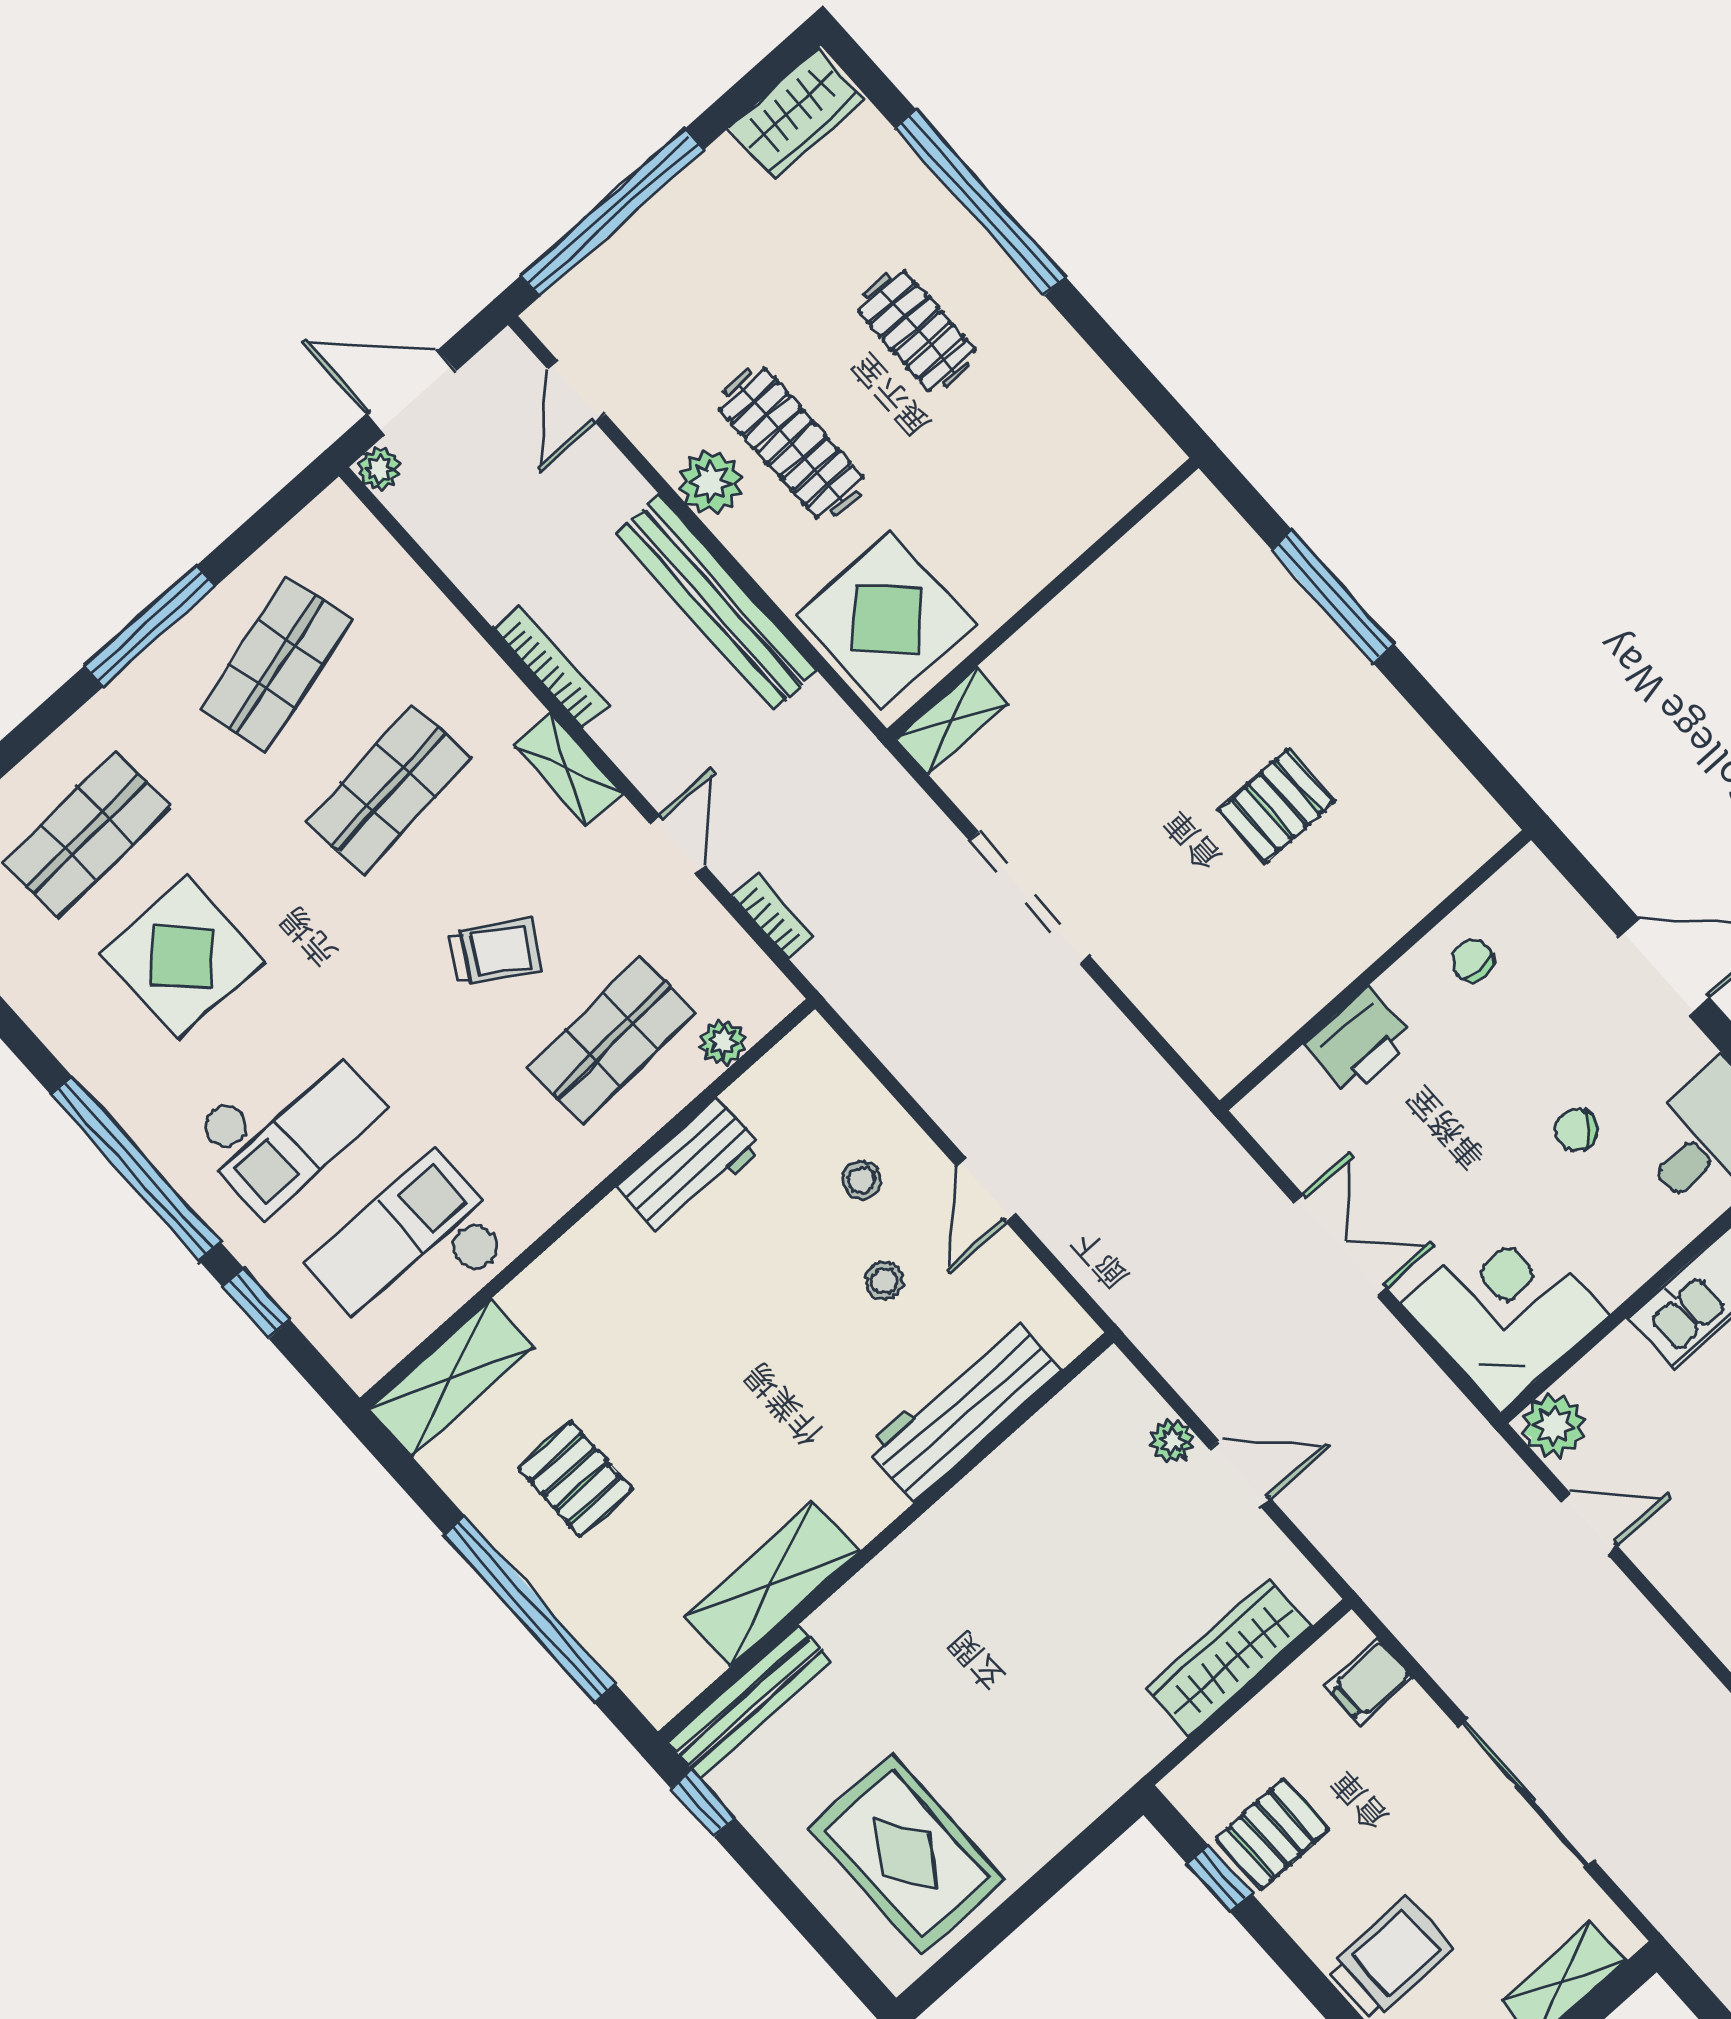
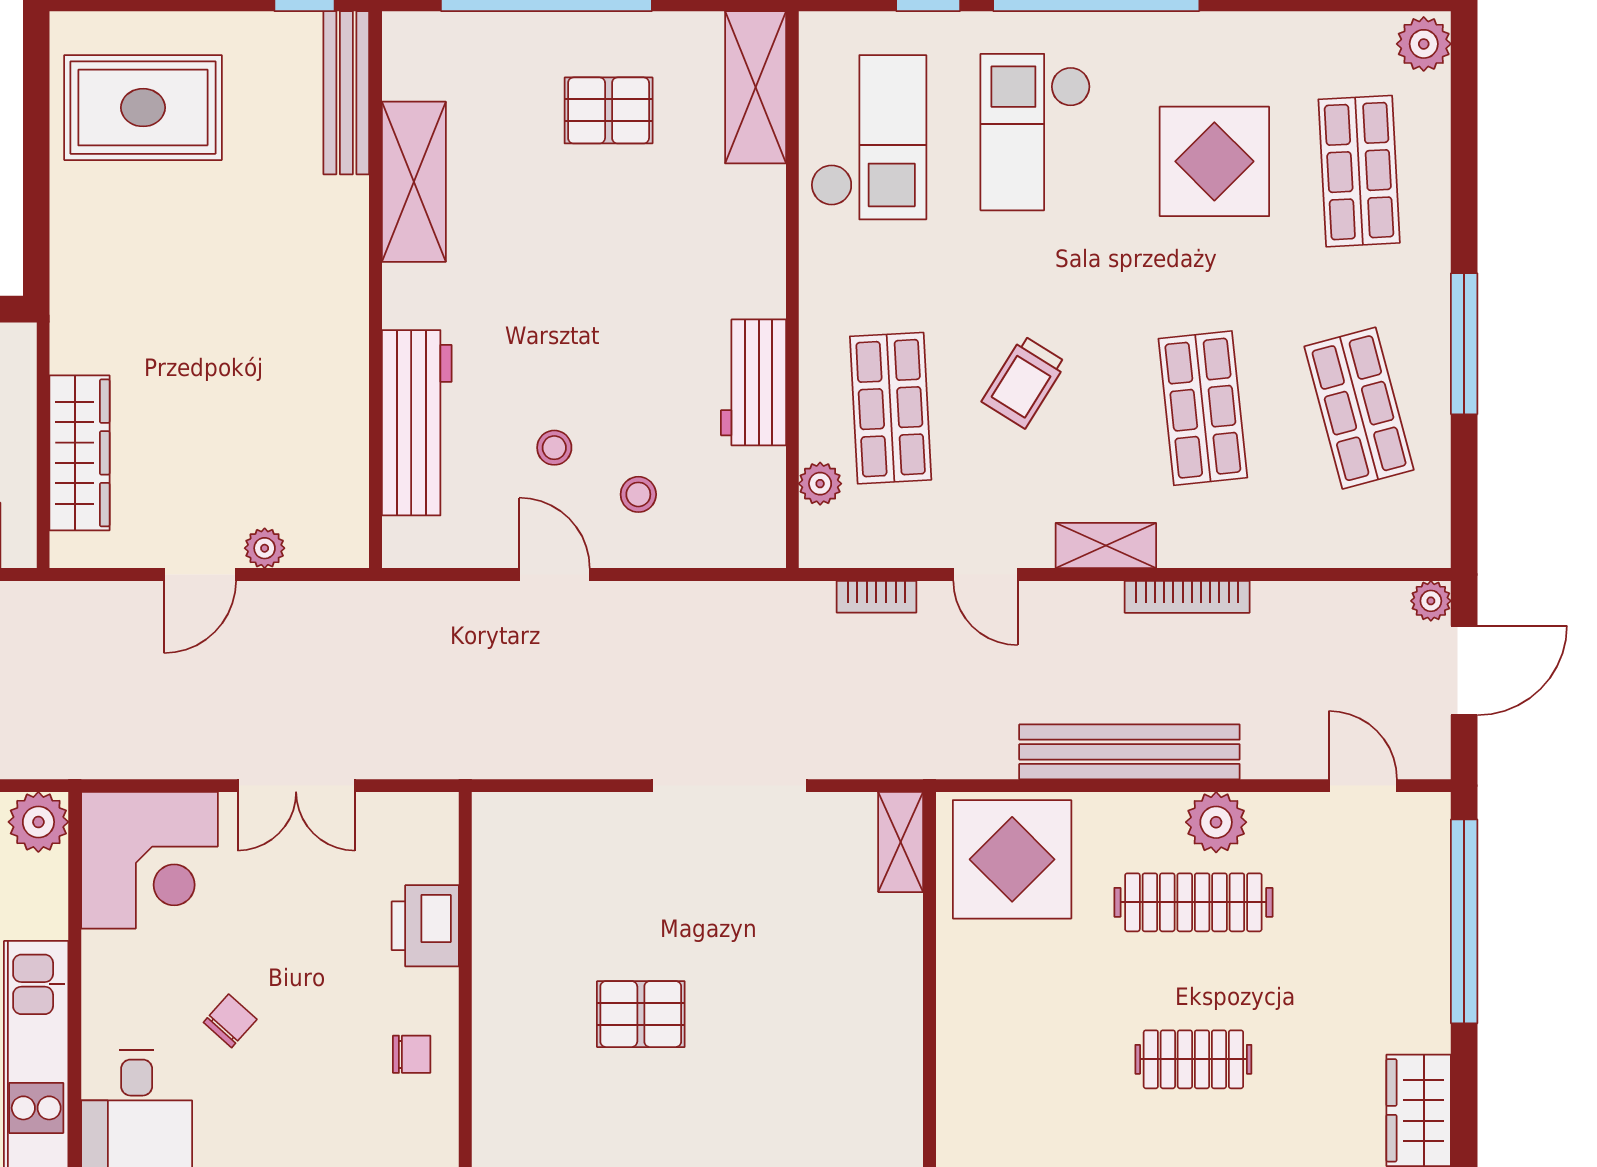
pallet: (1276, 806) -> (641, 1014), turned 90

